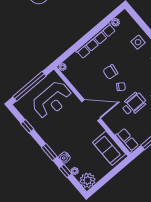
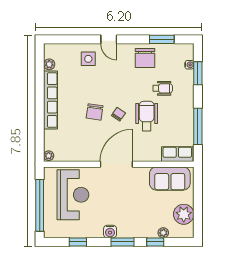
water cooler: (64, 158) -> (110, 232), moved
plant: (88, 180) -> (184, 214), moved

